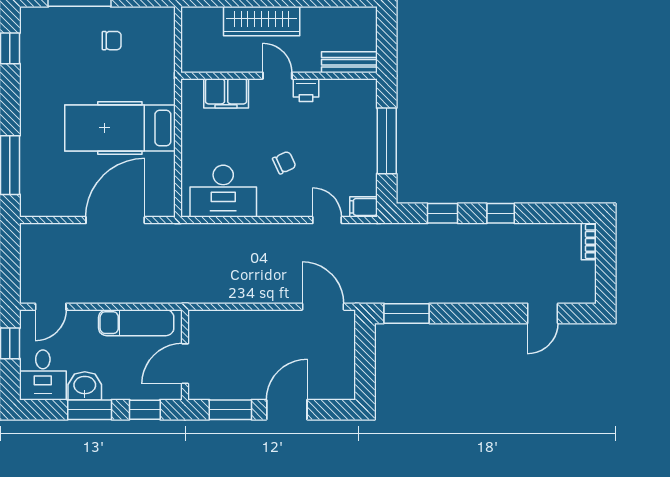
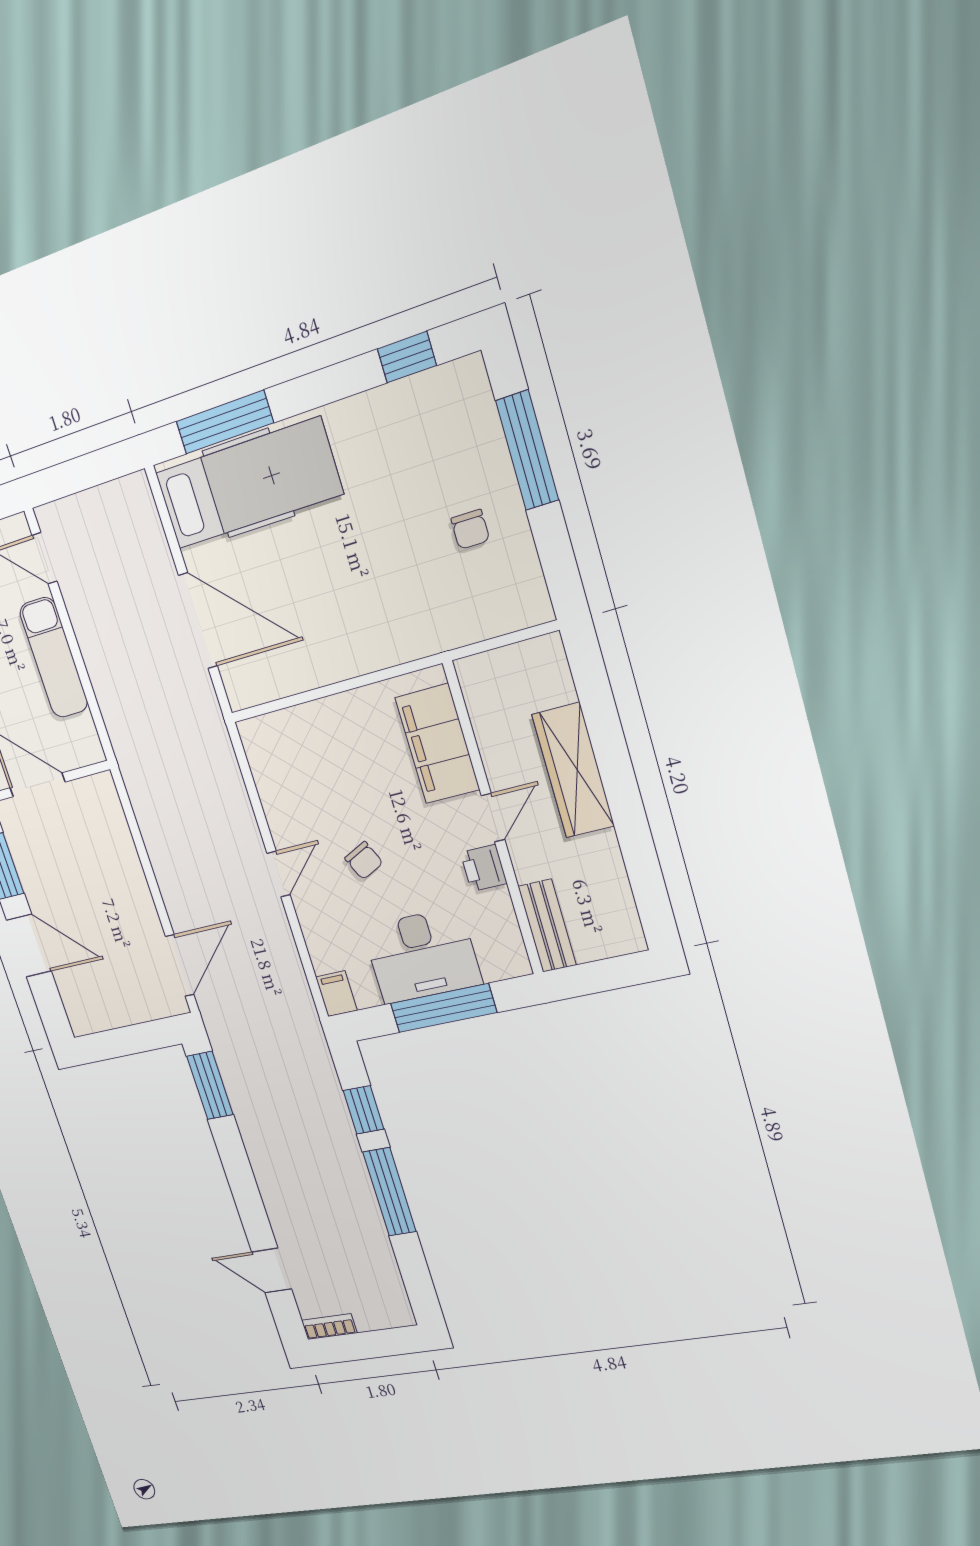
filing cabinet: (226, 93) -> (437, 744), width x1.50, depth x1.17
hospital bed: (120, 128) -> (248, 483), moved, turned 90
desk: (223, 191) -> (422, 956), moved, turned -90
window: (501, 213) -> (389, 1192), width x2.17
door: (327, 220) -> (278, 874), moved
bookcase: (589, 241) -> (329, 1327), moved
exam couch: (136, 323) -> (54, 658), moved

